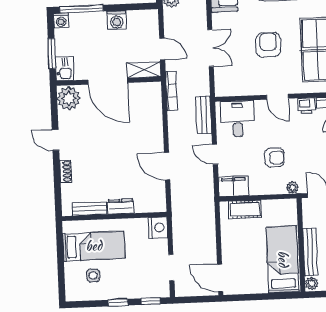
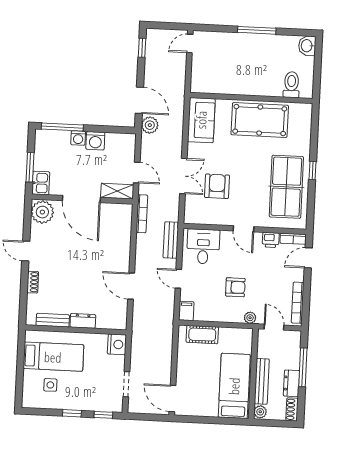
washing machine: (61, 20) -> (78, 138), moved
armchair: (268, 45) -> (217, 186), moved
filing cabinet: (234, 186) -> (186, 311), width x0.50

